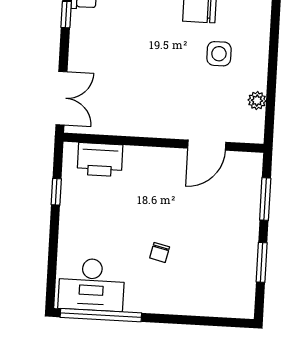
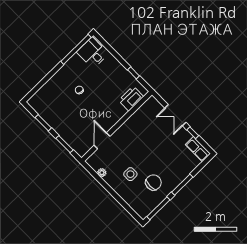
double door: (61, 98) -> (175, 115), moved
desk: (91, 285) -> (93, 53), width x0.73

